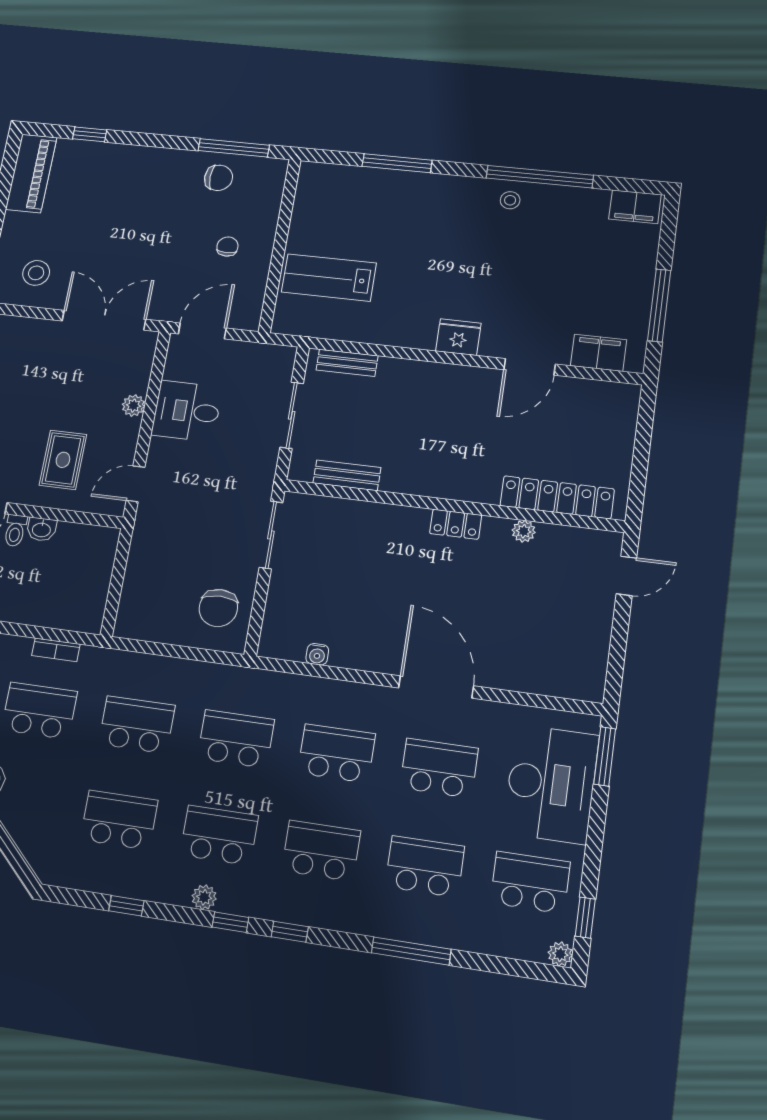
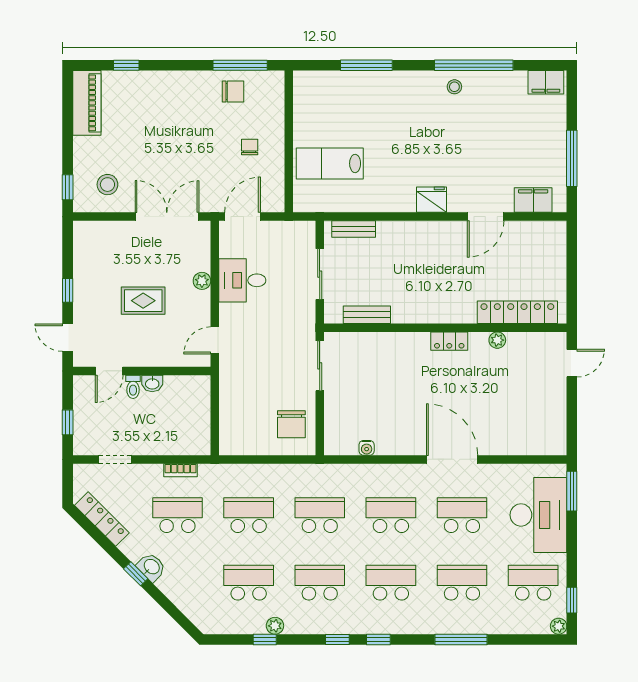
rug: (63, 460) -> (143, 301), moved, turned 90
plant: (204, 897) -> (275, 626), moved

